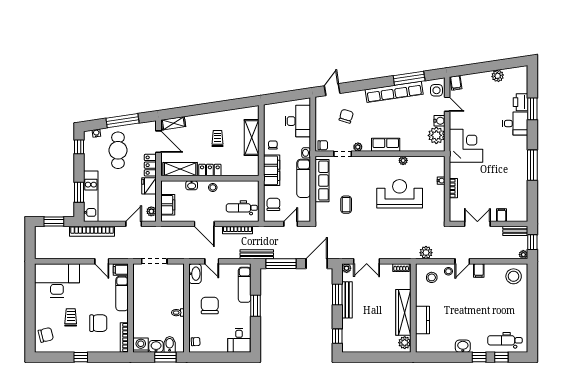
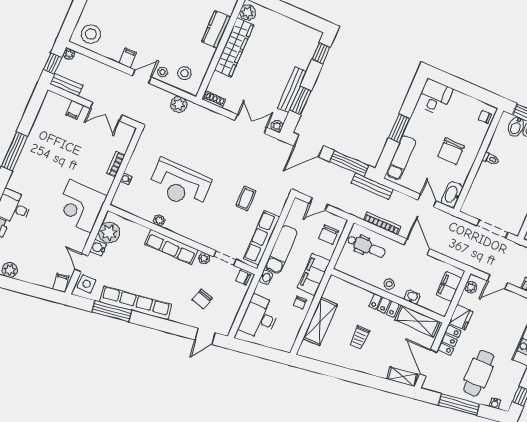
row of seats: (386, 145) -> (171, 247), width x1.48

